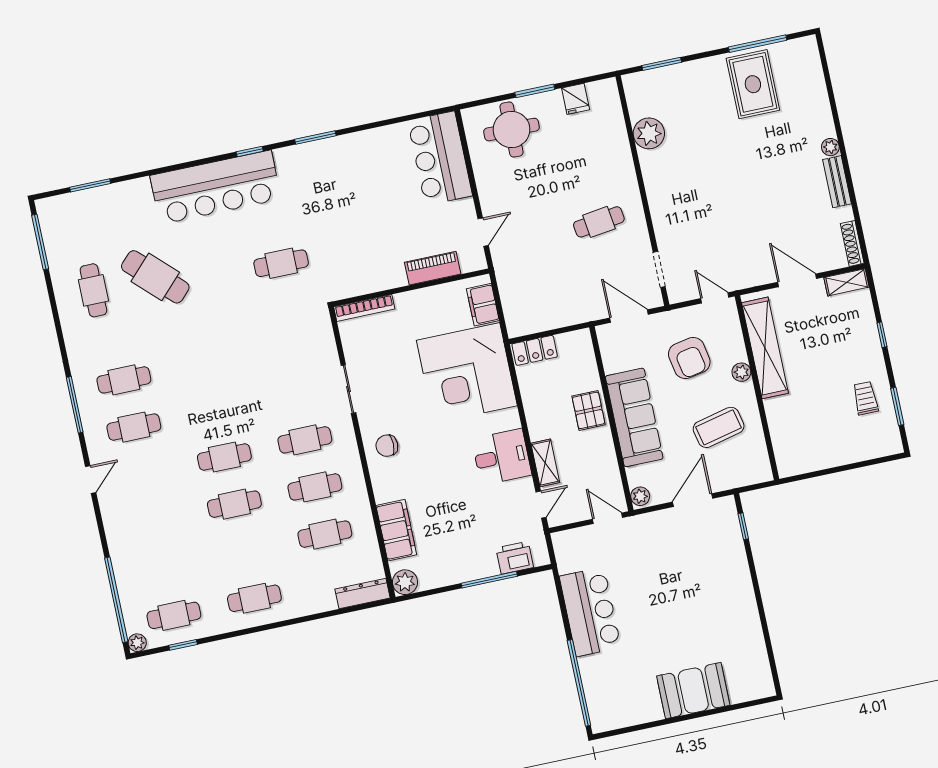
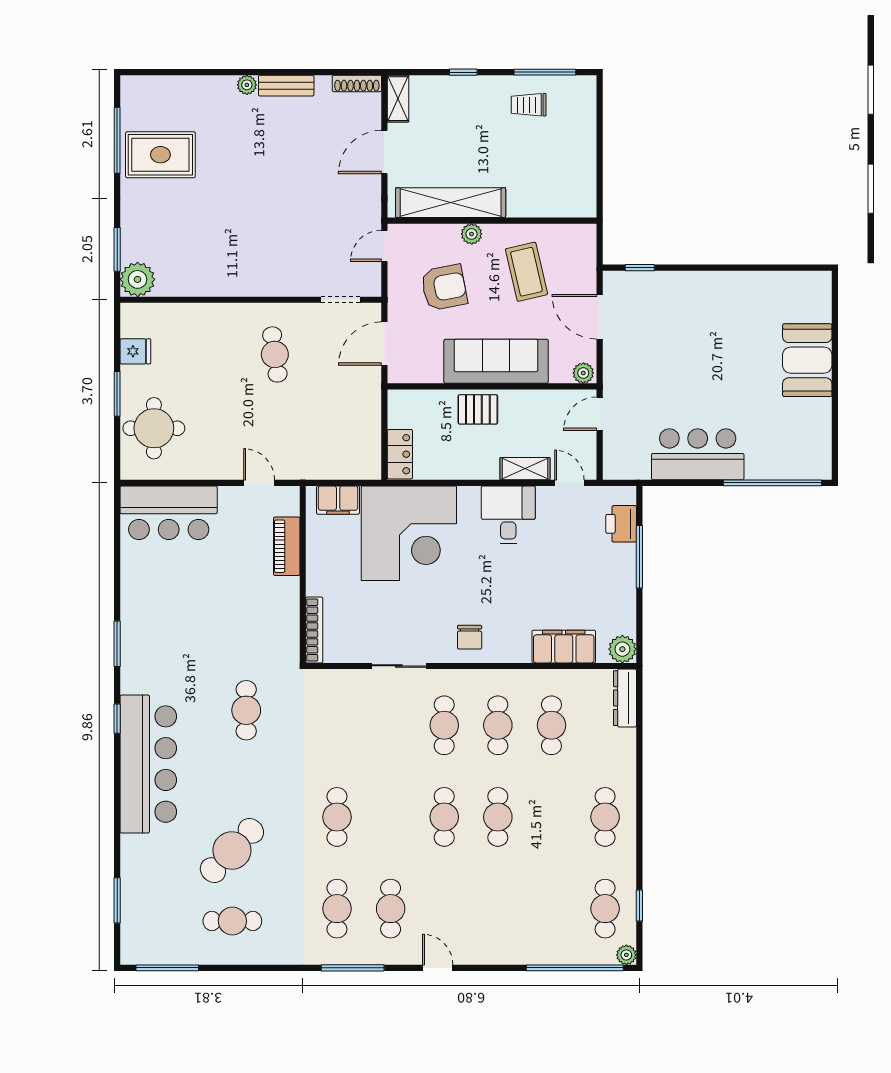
plant: (649, 133) -> (138, 279), moved
cafe table: (204, 363) -> (337, 817), added
window: (897, 406) -> (545, 72), width x1.44

